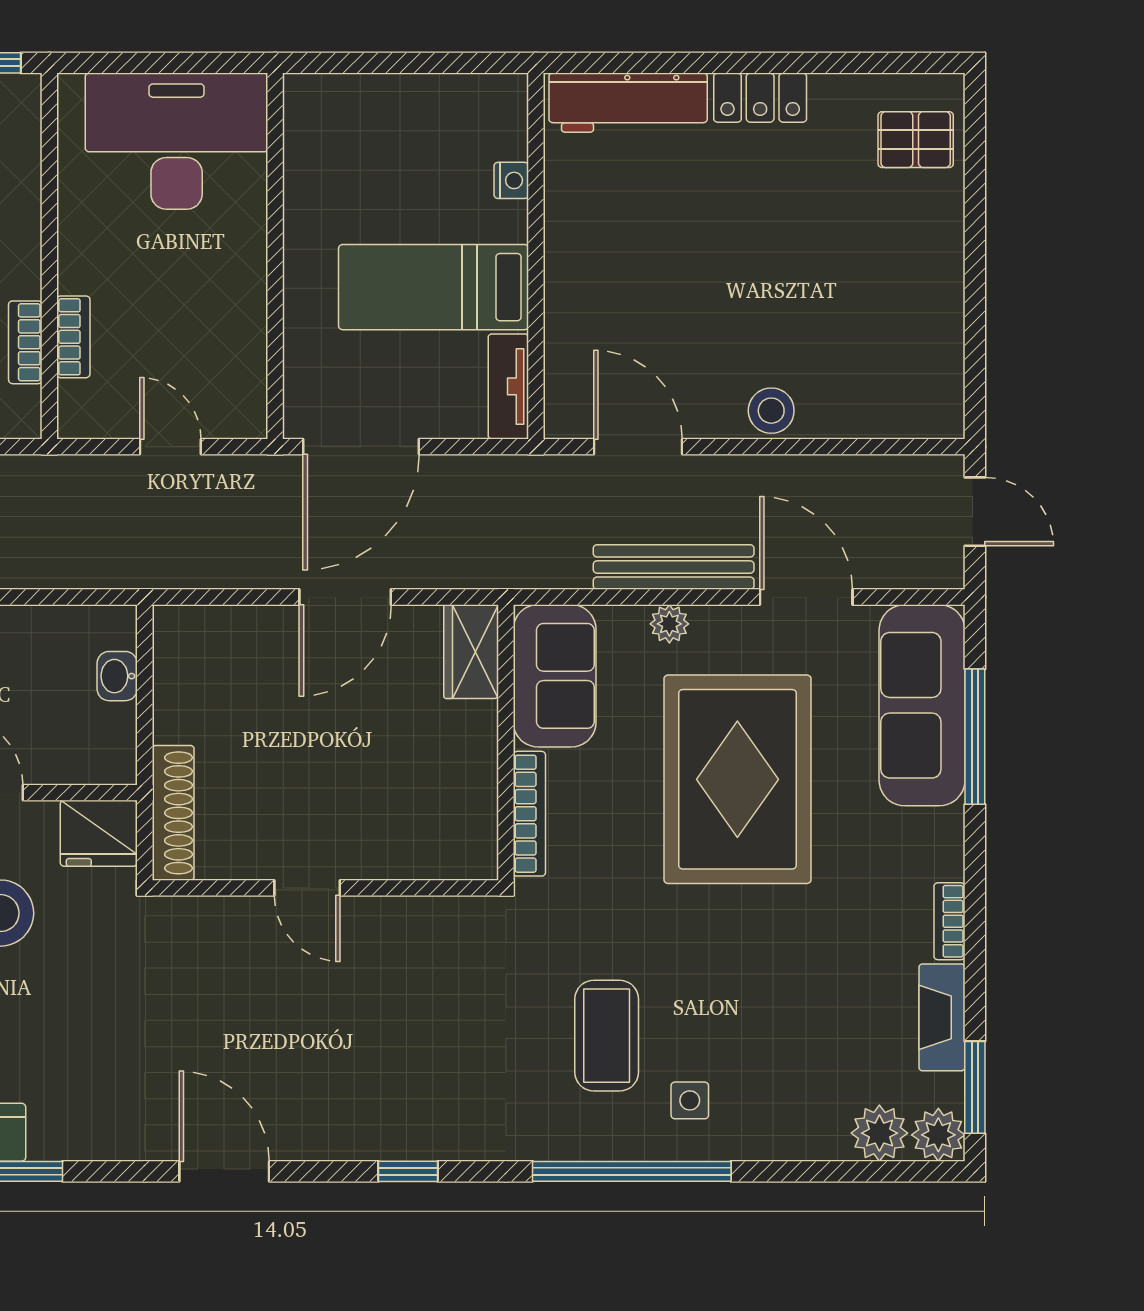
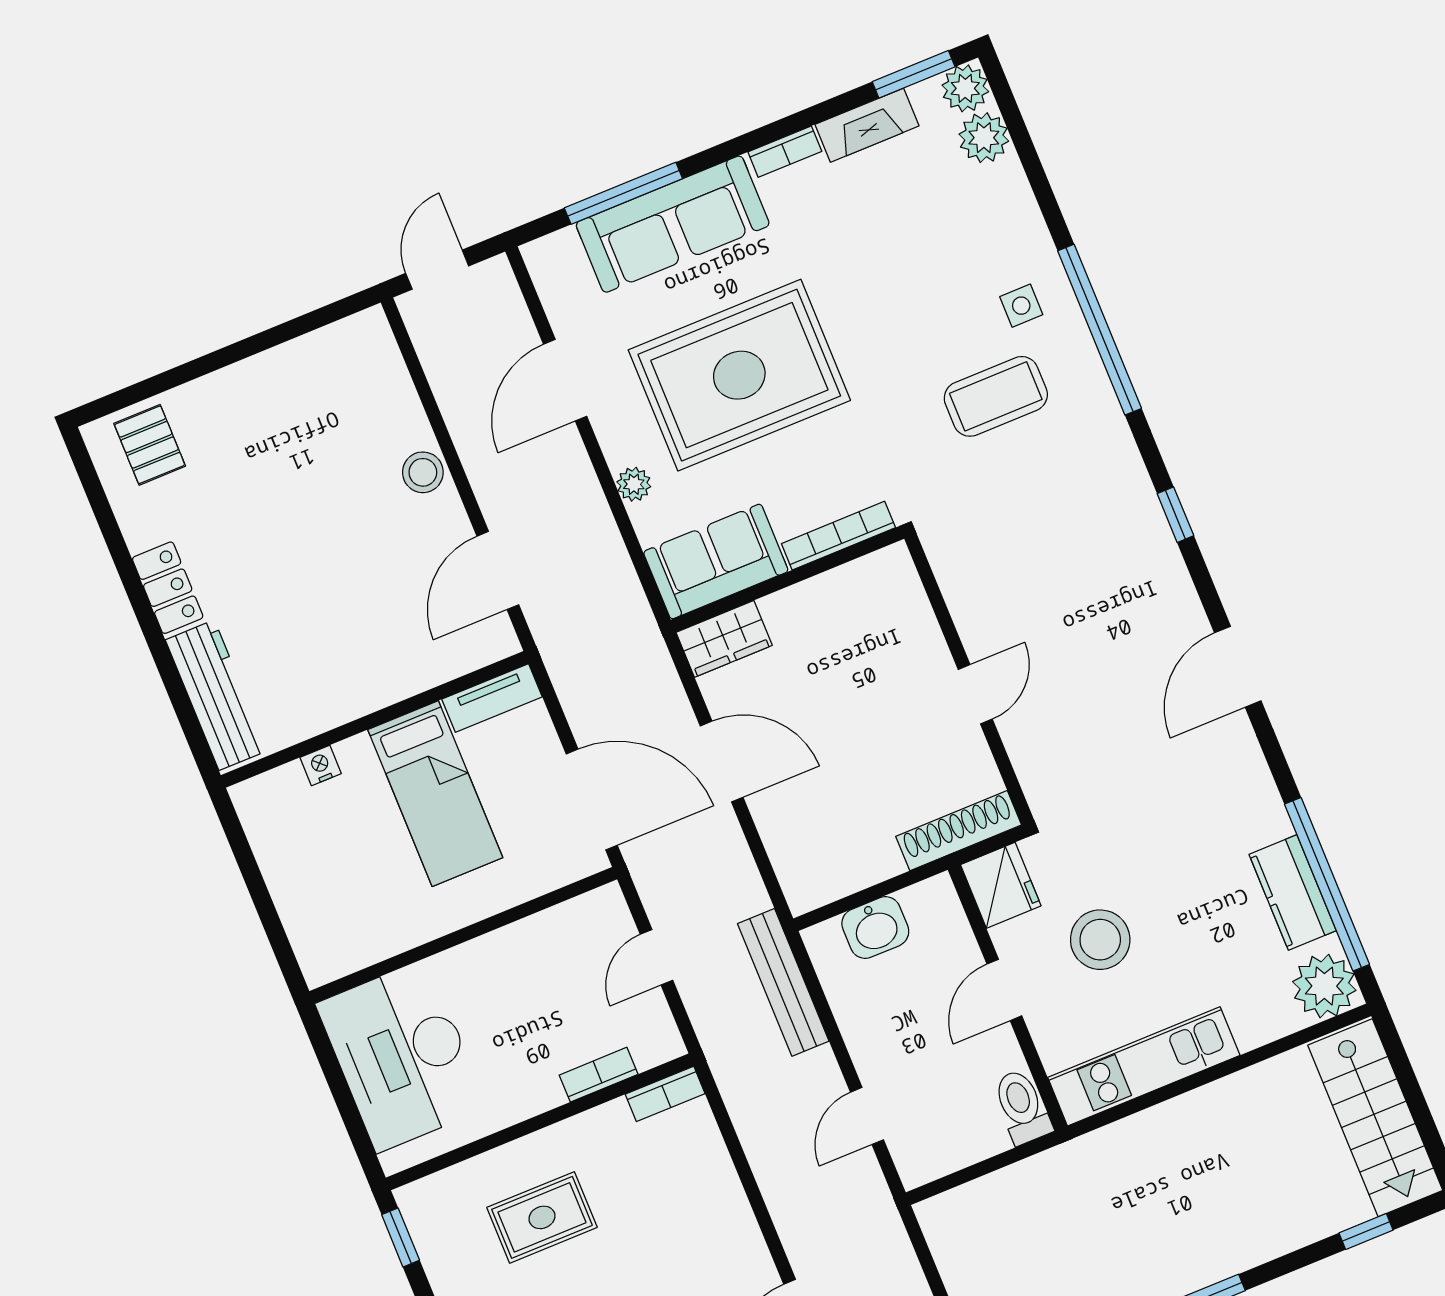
bookcase: (25, 342) -> (665, 1094), moved
bench: (674, 567) -> (783, 982), moved
washbasin: (117, 676) -> (875, 928), width x1.38, depth x1.45
sofa: (922, 705) -> (673, 224), moved

